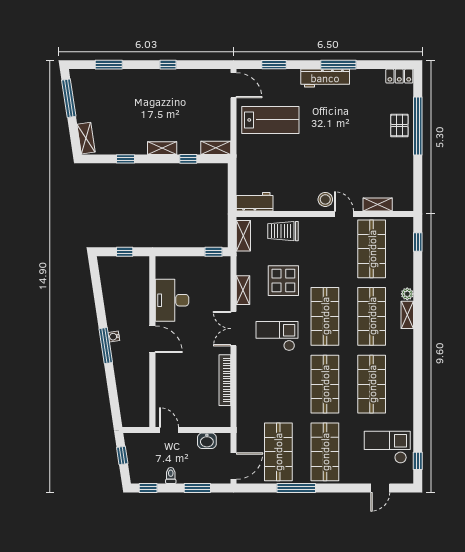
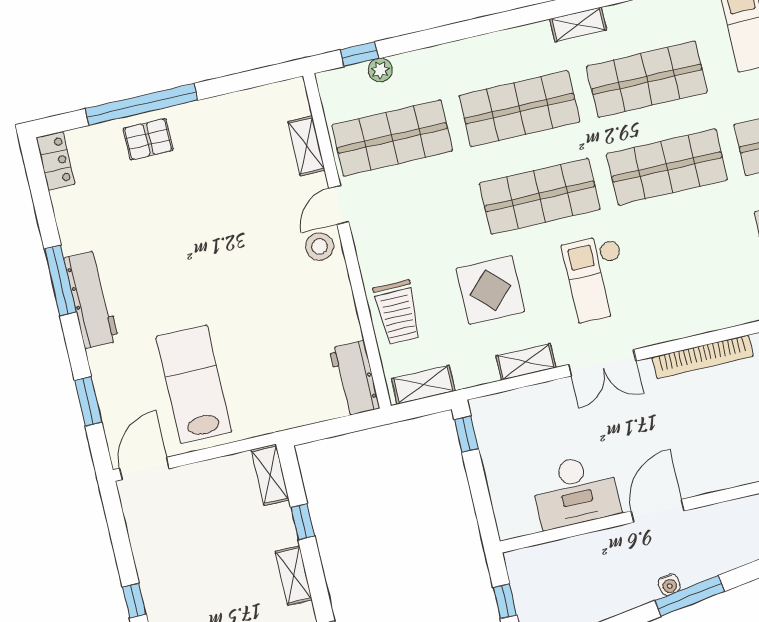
plant: (407, 294) -> (380, 70), moved
shelving: (407, 315) -> (578, 24), moved

